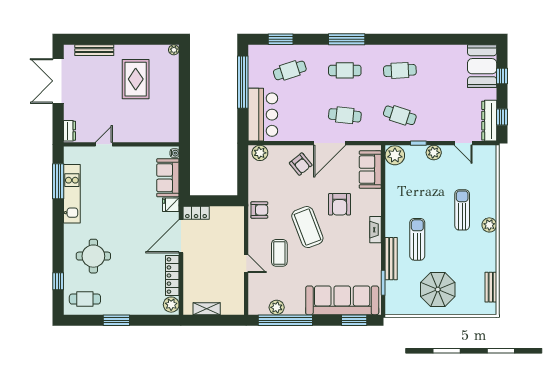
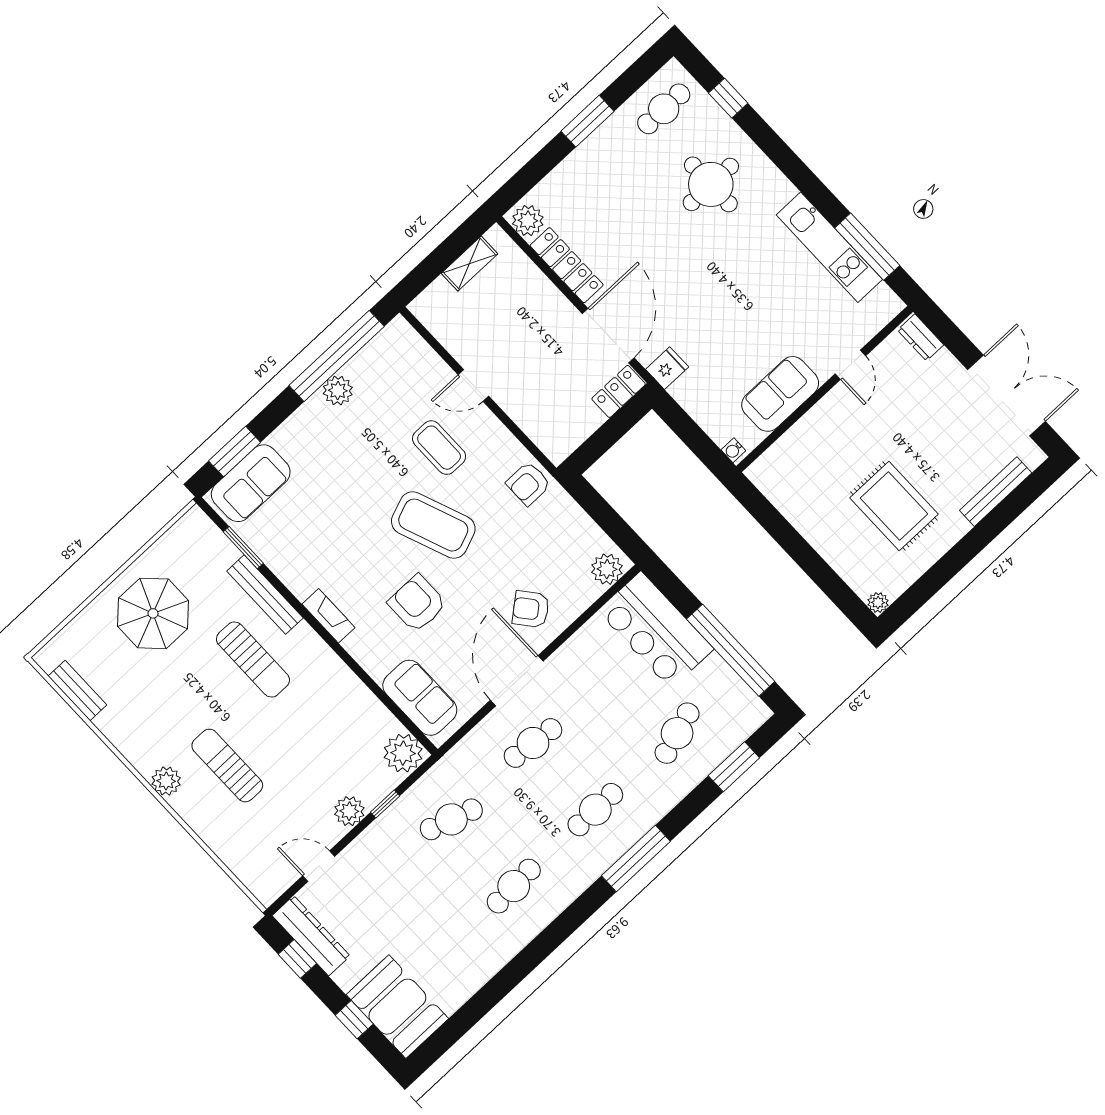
sofa: (168, 178) -> (780, 394), moved, turned -90
sun lounger: (462, 210) -> (227, 766), turned 180
sofa: (342, 300) -> (251, 483), width x0.54, depth x0.79
plant: (277, 307) -> (338, 391), moved

